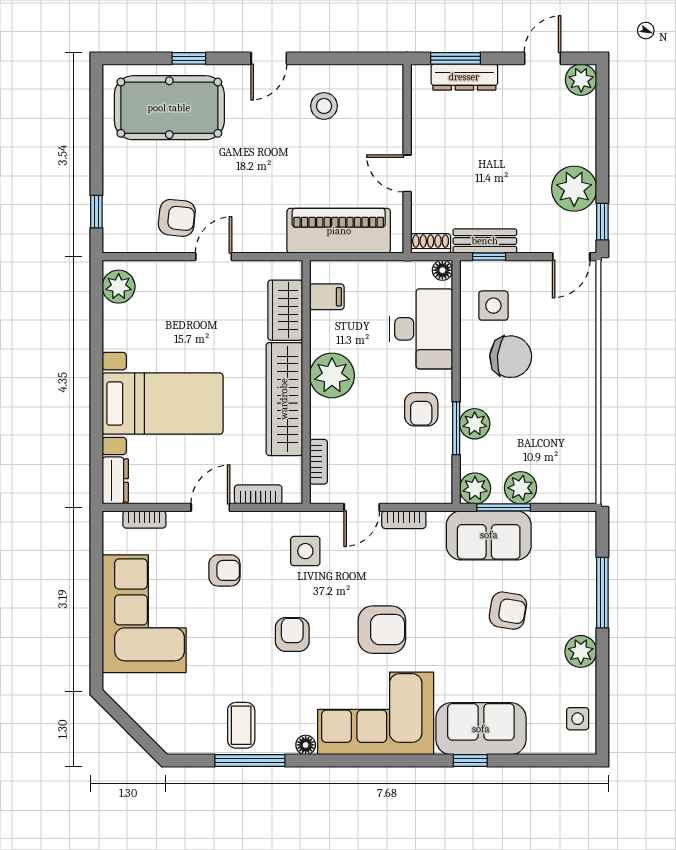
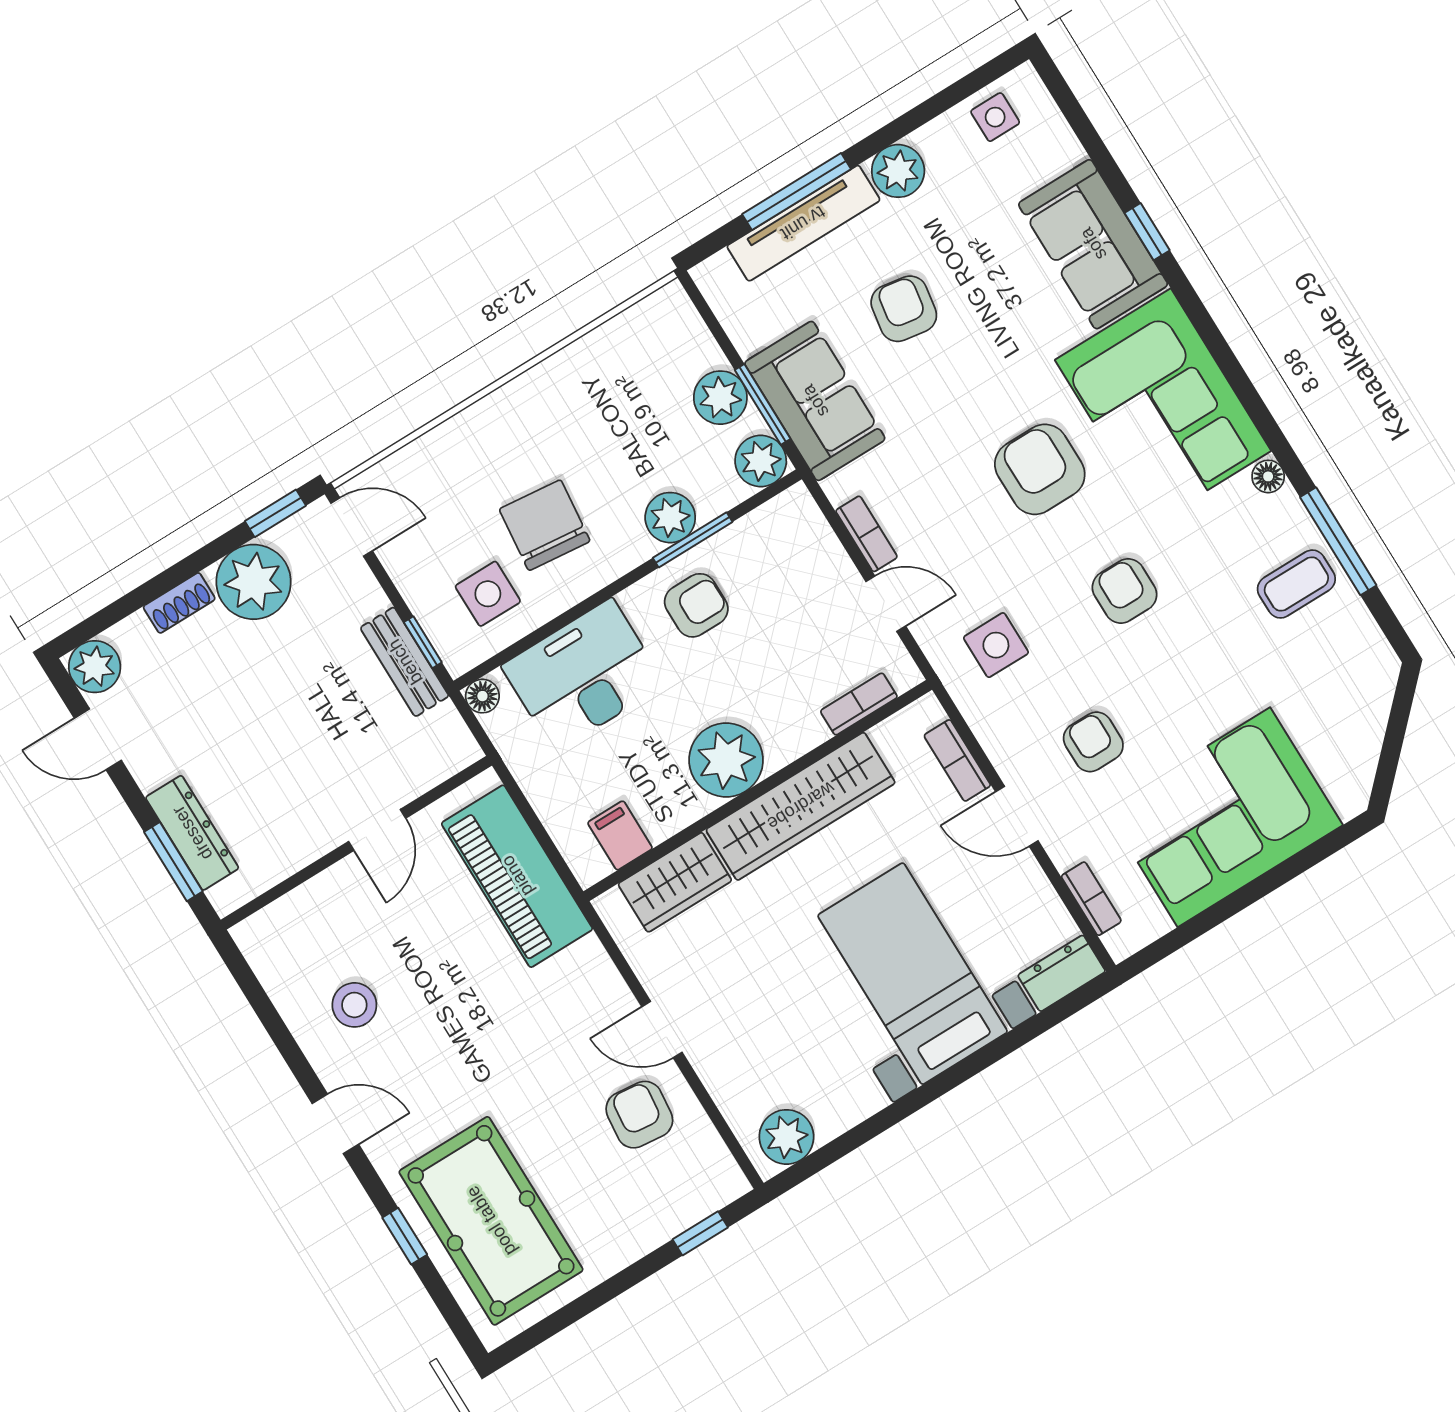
shoe rack: (431, 243) -> (179, 603), moved, turned -90
tv unit: (584, 586) -> (803, 223), added
armchair: (292, 634) -> (1124, 591), turned 90

